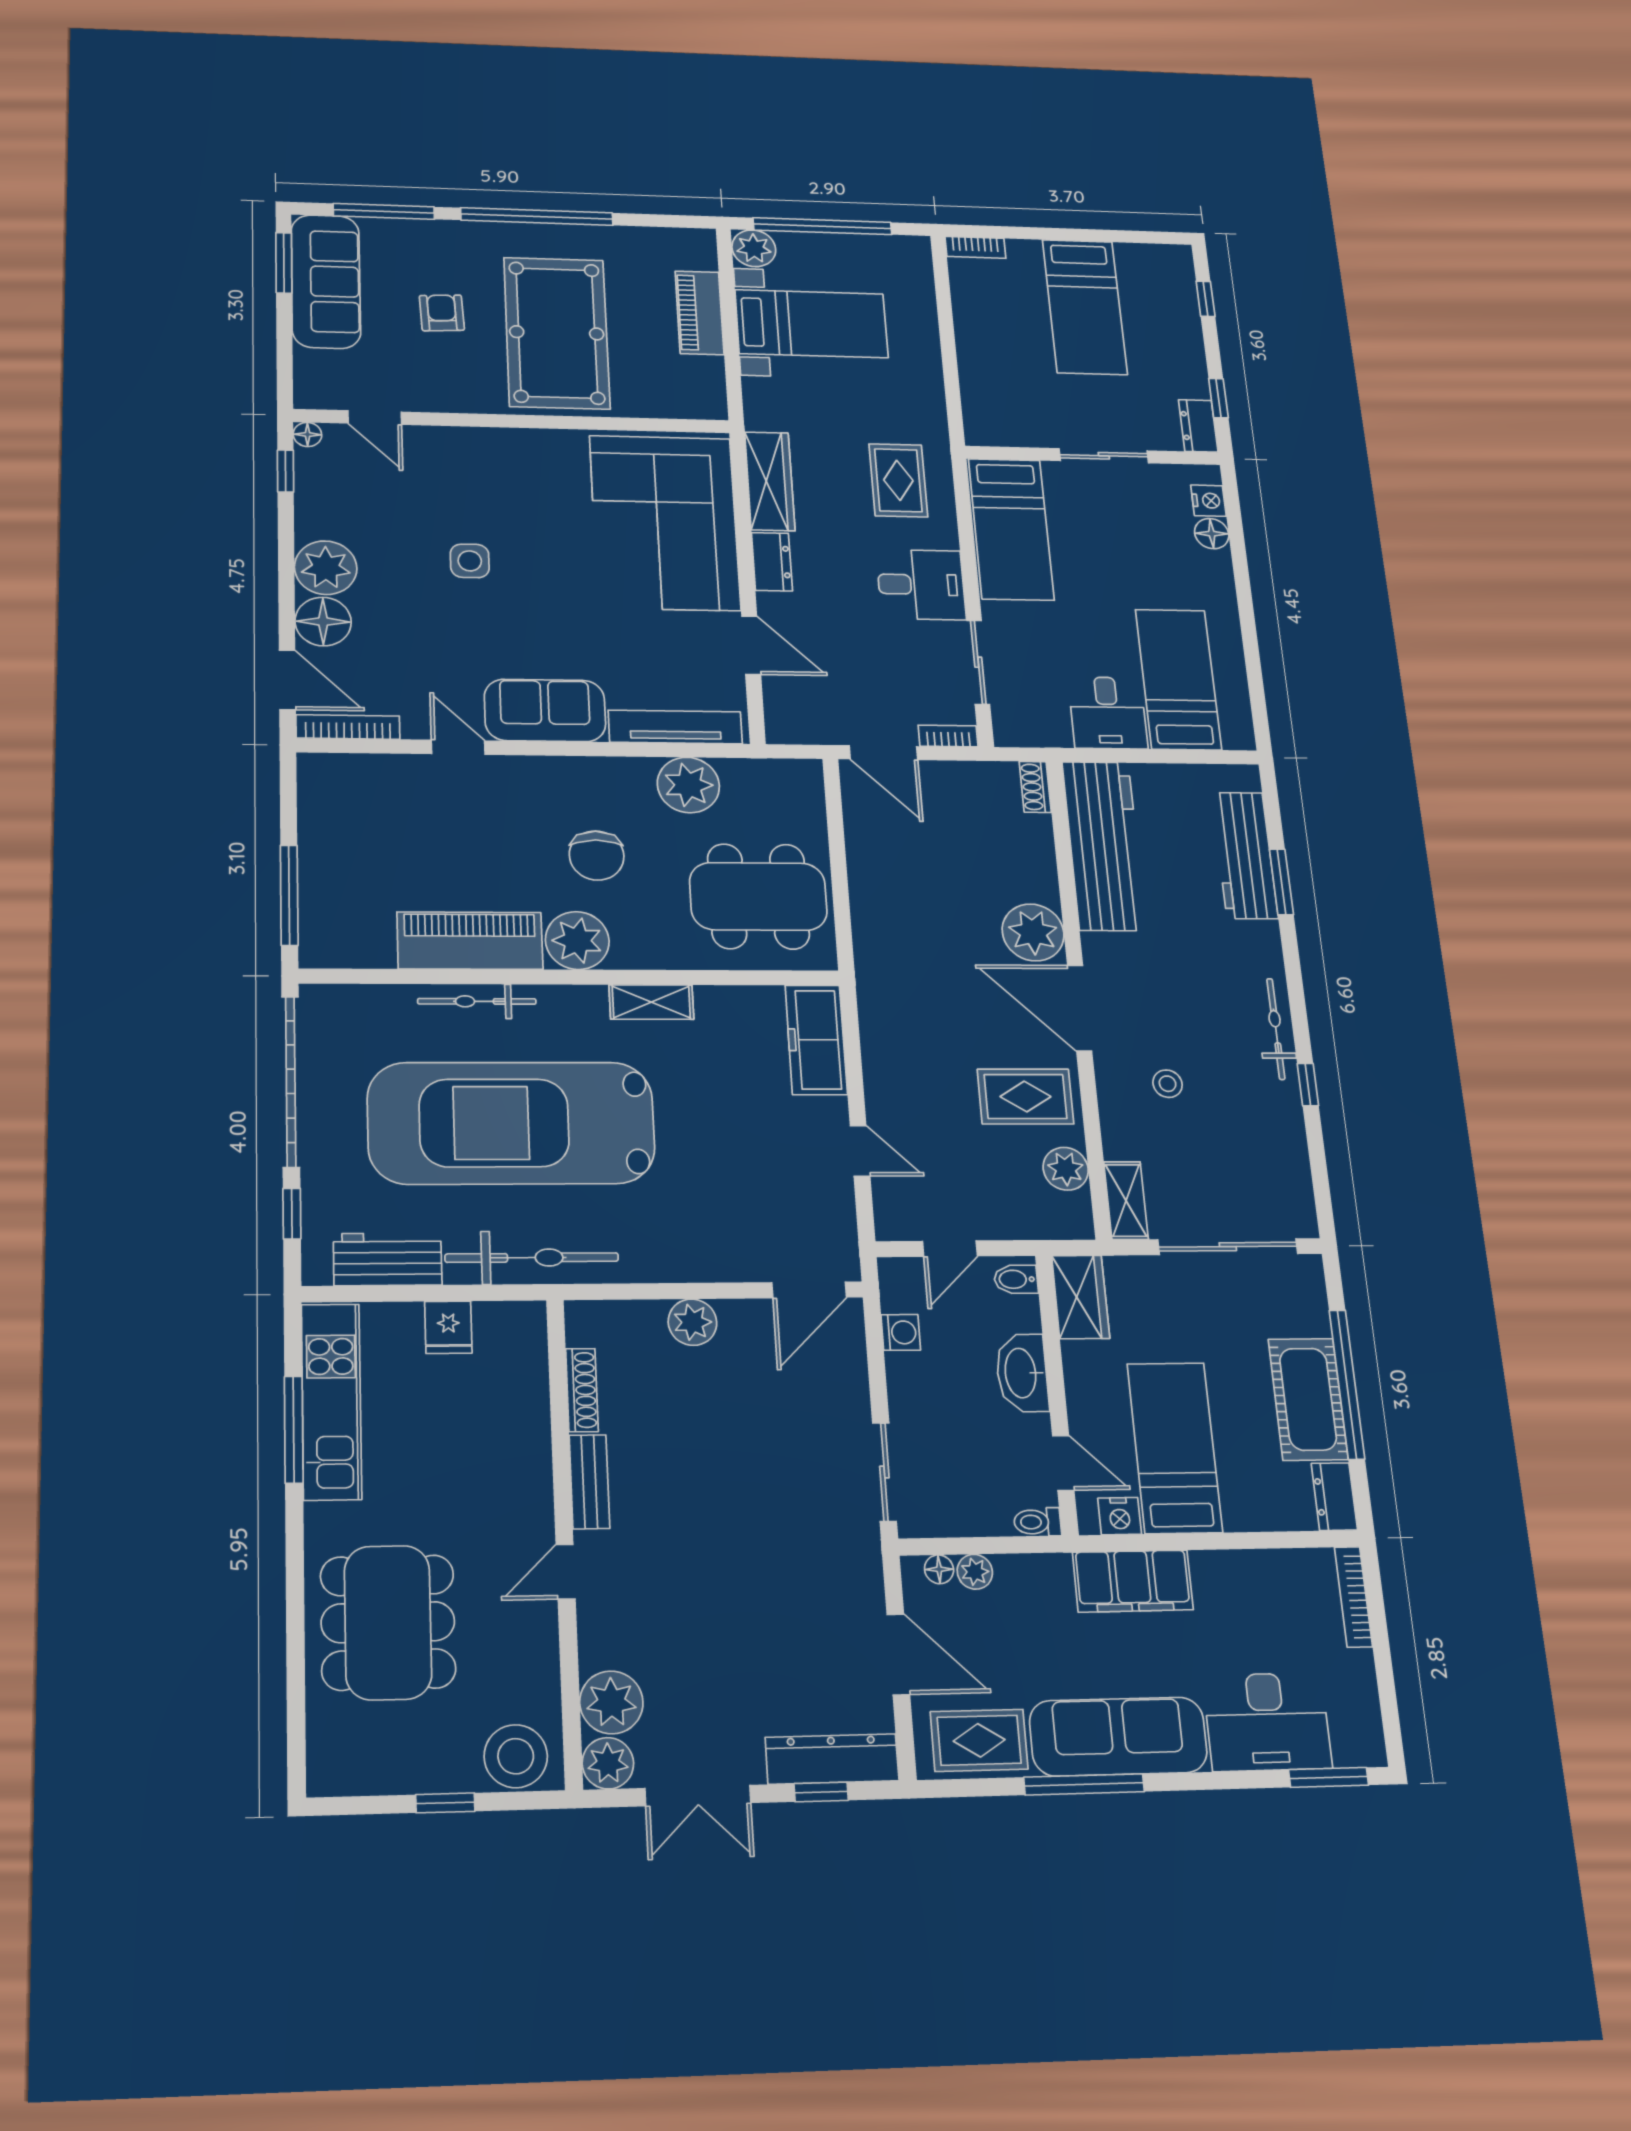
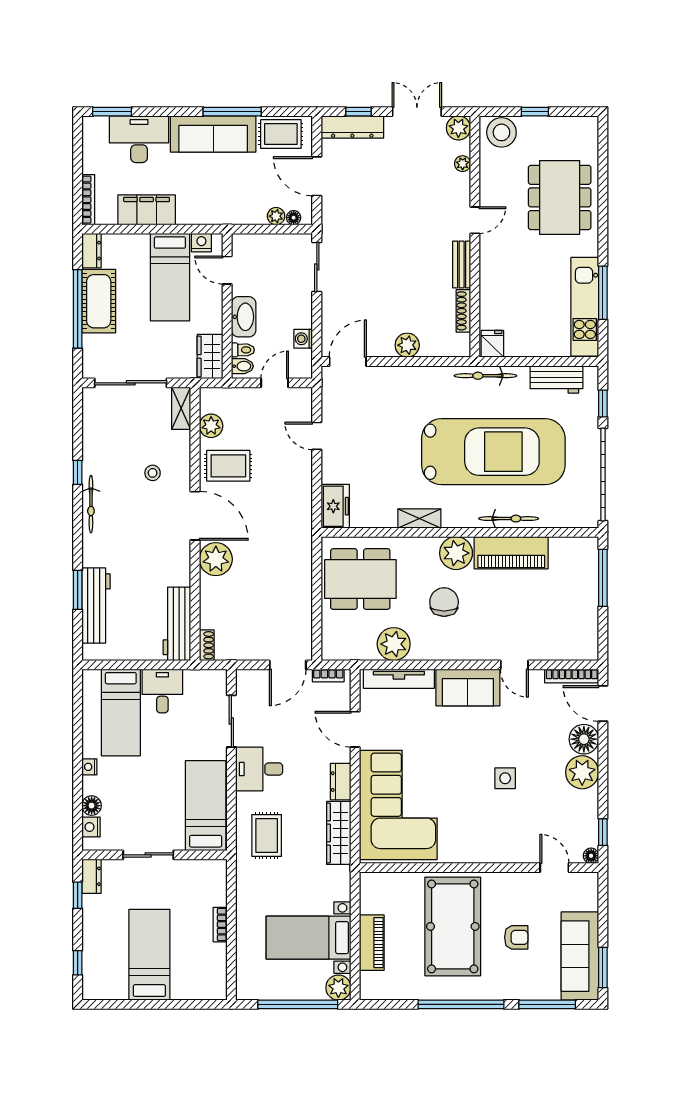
bookcase: (975, 247) -> (220, 925), moved, turned -90
armchair: (442, 313) -> (516, 937), turned -87
nightstand: (1223, 594) -> (89, 767), added
bookcase: (948, 736) -> (328, 675), moved
door: (883, 753) -> (288, 665), swing flipped
workbench: (1104, 846) -> (177, 624), width x0.73, depth x0.76
freezer: (816, 1040) -> (335, 506), width x0.71
bicycle: (532, 1258) -> (485, 376), width x0.73, depth x0.71
fridge: (448, 1327) -> (492, 344), moved
toilet: (1037, 1522) -> (243, 350), moved
filing cabinet: (1133, 1581) -> (147, 210), moved
plant: (611, 1702) -> (463, 164), width x0.53, depth x0.53

